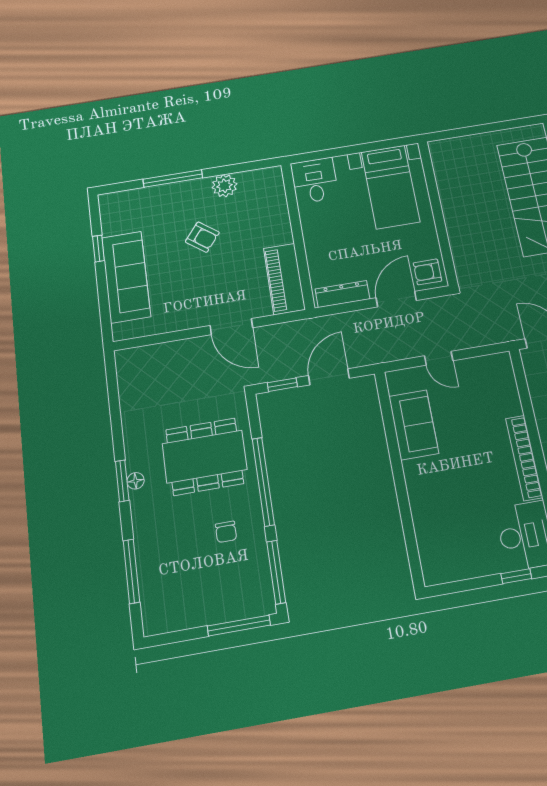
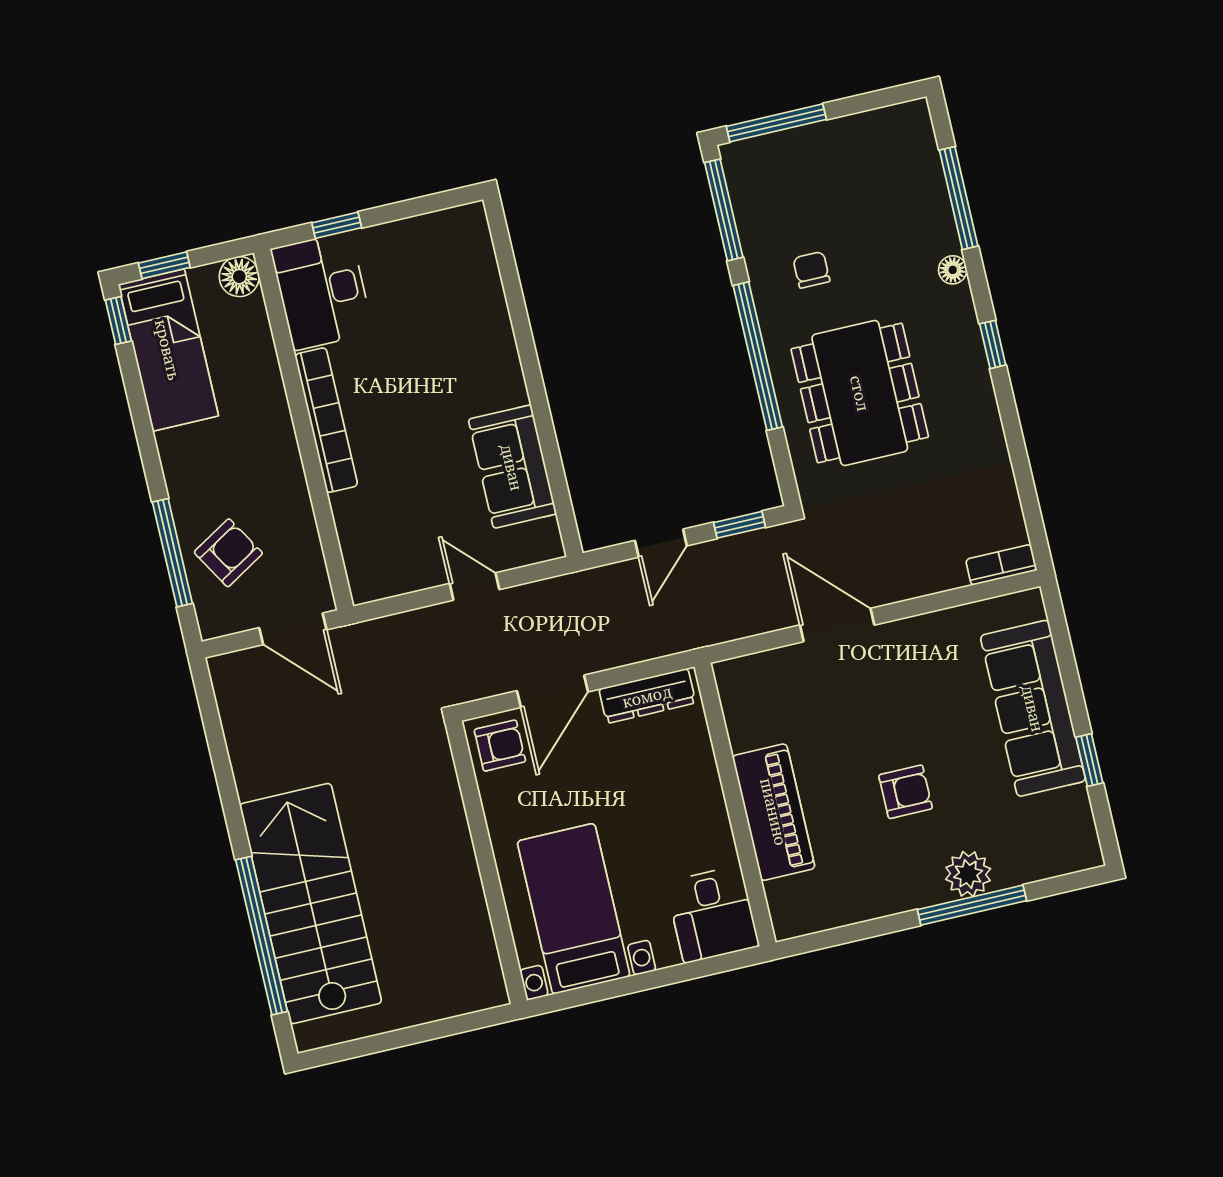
plant: (224, 186) -> (968, 874), moved
armchair: (202, 237) -> (906, 792), turned 142
piano: (284, 279) -> (774, 812), moved
bookcase: (134, 355) -> (1001, 565), added
door: (329, 377) -> (661, 543), width x0.73
dining table: (204, 457) -> (860, 393), turned 90
window: (122, 481) -> (993, 344), width x0.67
floor lamp: (136, 481) -> (953, 270), moved

